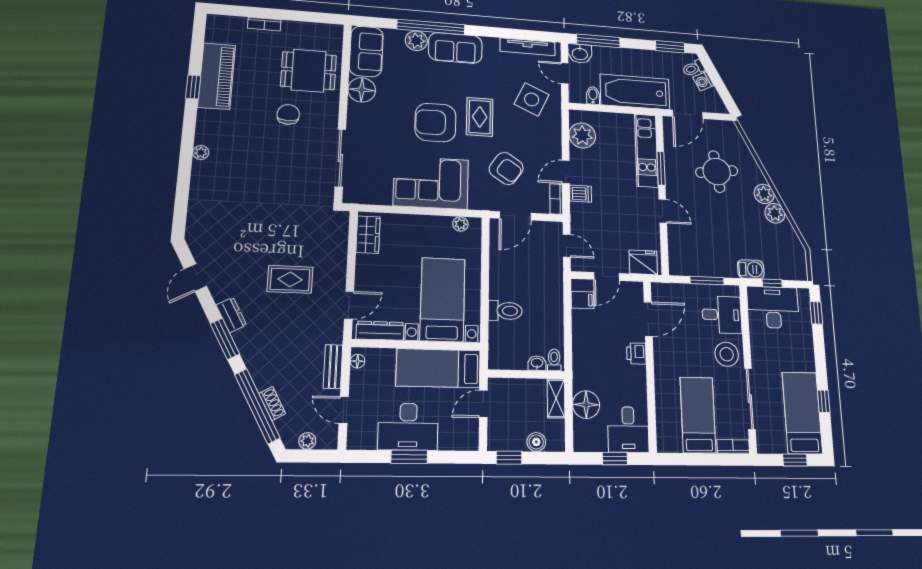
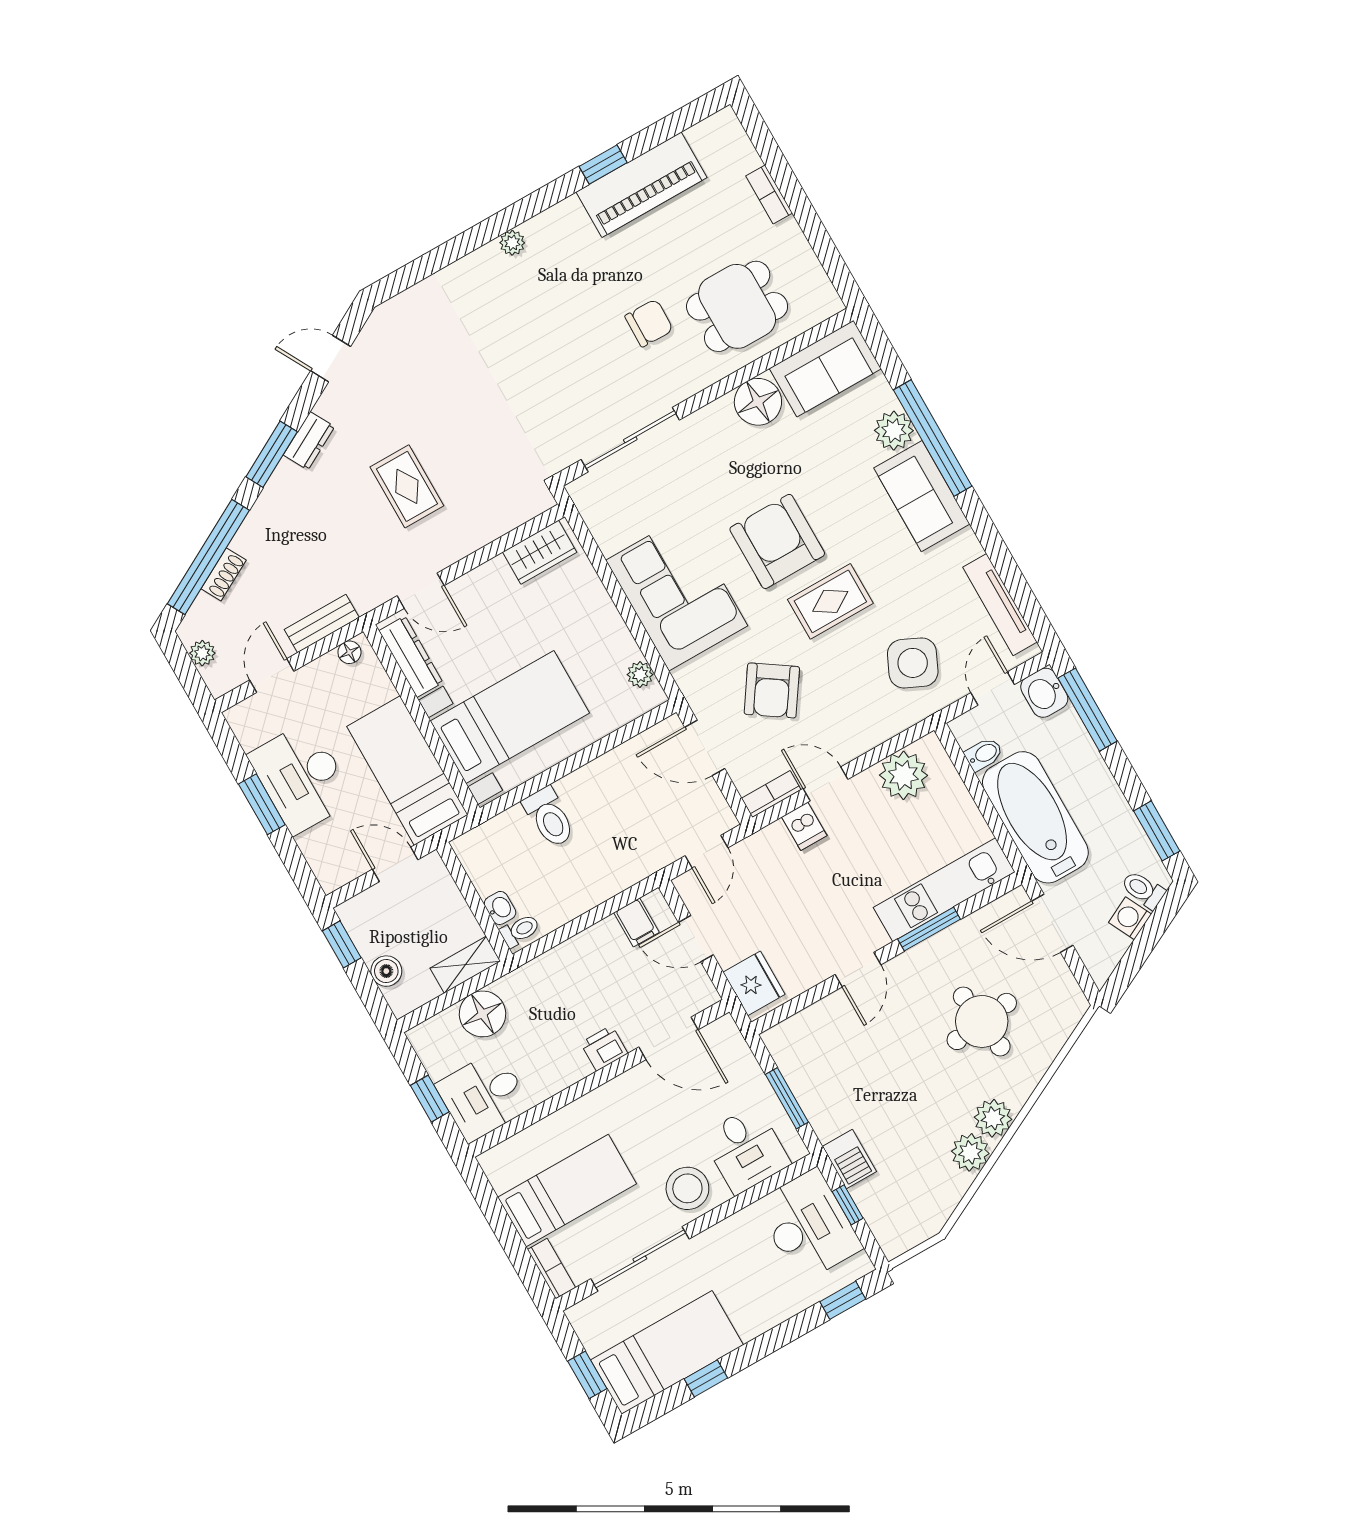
dining table: (309, 71) -> (737, 306), turned 90

